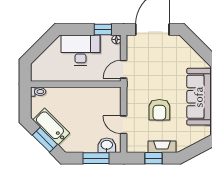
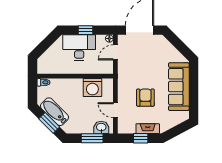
window: (103, 30) -> (86, 30), moved
door: (124, 69) -> (115, 52), moved
washing machine: (96, 98) -> (92, 88), added
armchair: (159, 110) -> (145, 98), turned 180

